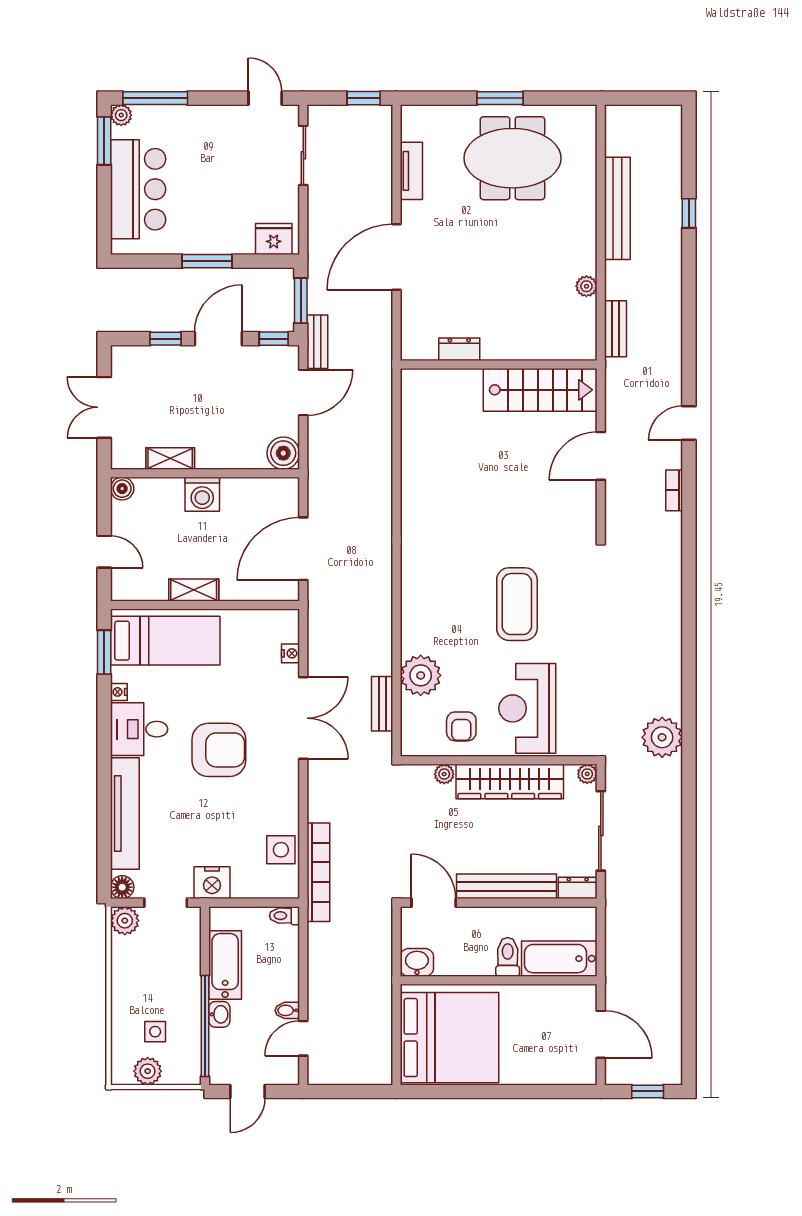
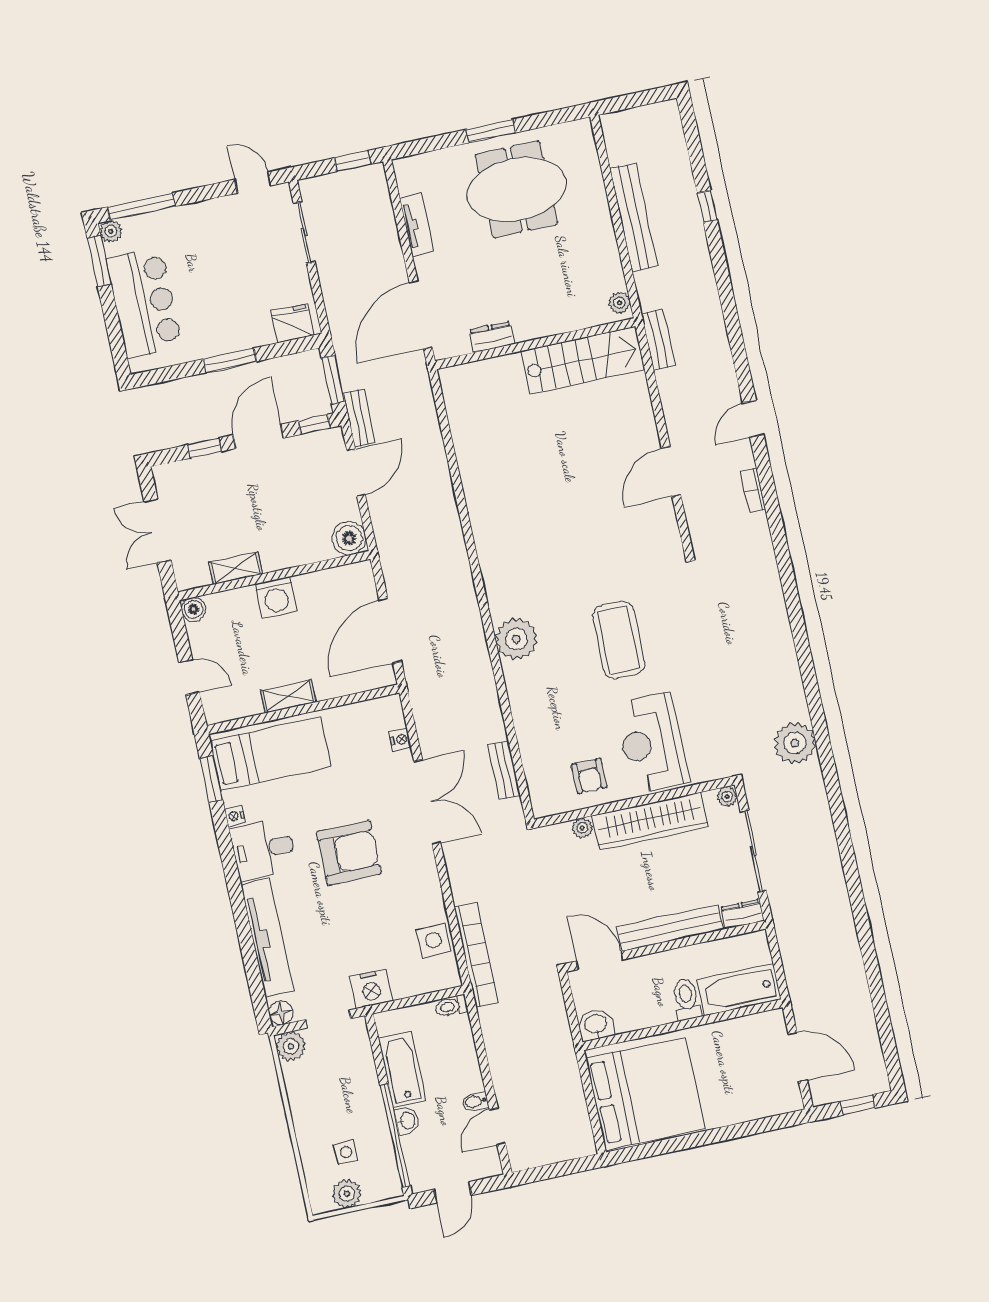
dresser: (459, 349) -> (492, 337), moved
wall: (499, 365) -> (535, 344), moved
stairs: (540, 390) -> (583, 360), moved
plant: (421, 675) -> (516, 639), moved

